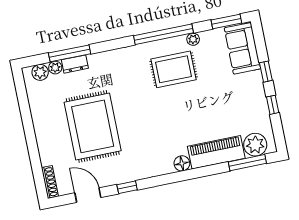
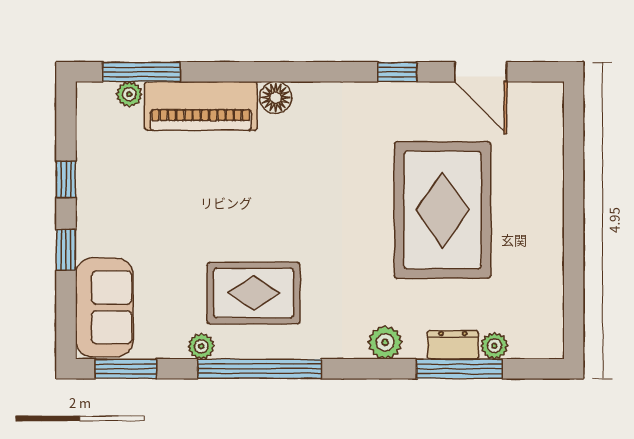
plant: (40, 72) -> (385, 342), moved
plant: (255, 145) -> (129, 94), width x0.53, depth x0.53
shoe rack: (50, 182) -> (553, 114), removed

